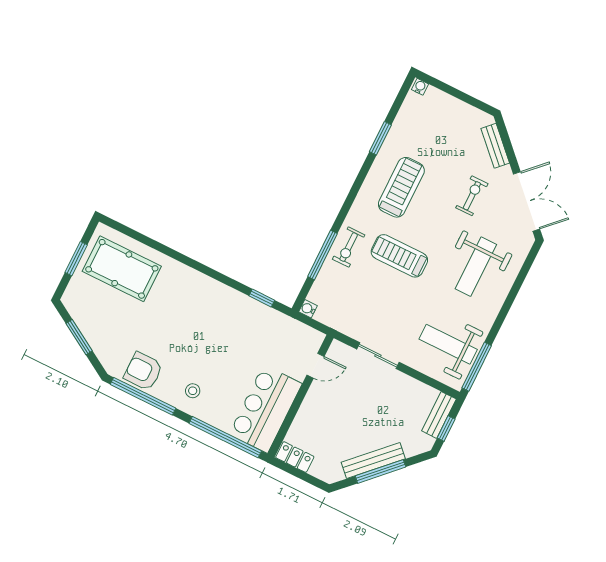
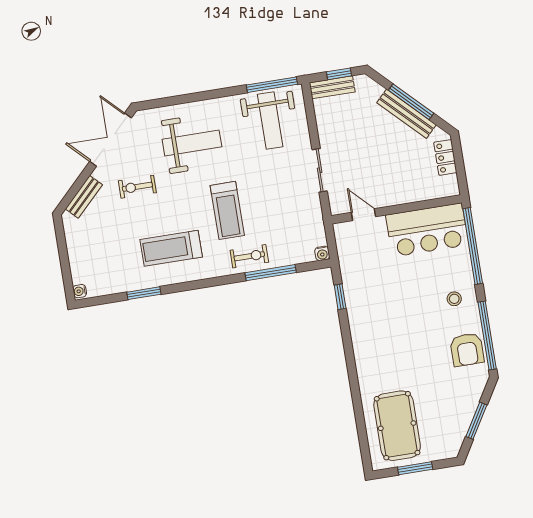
locker: (295, 457) -> (445, 157), moved

